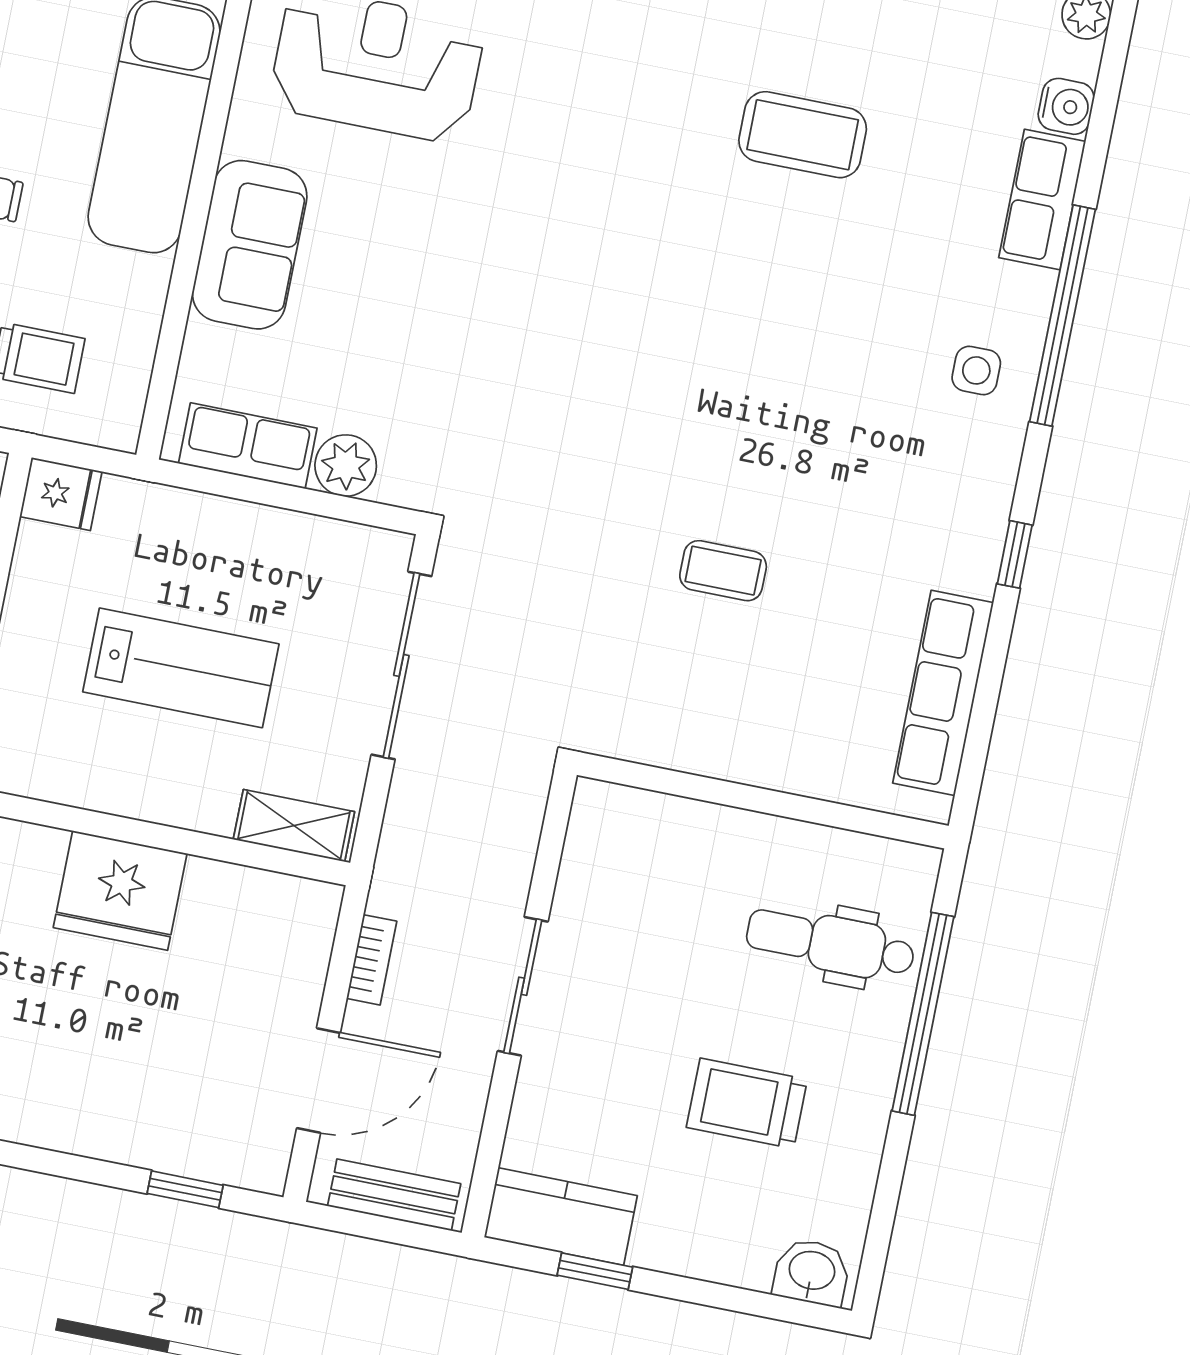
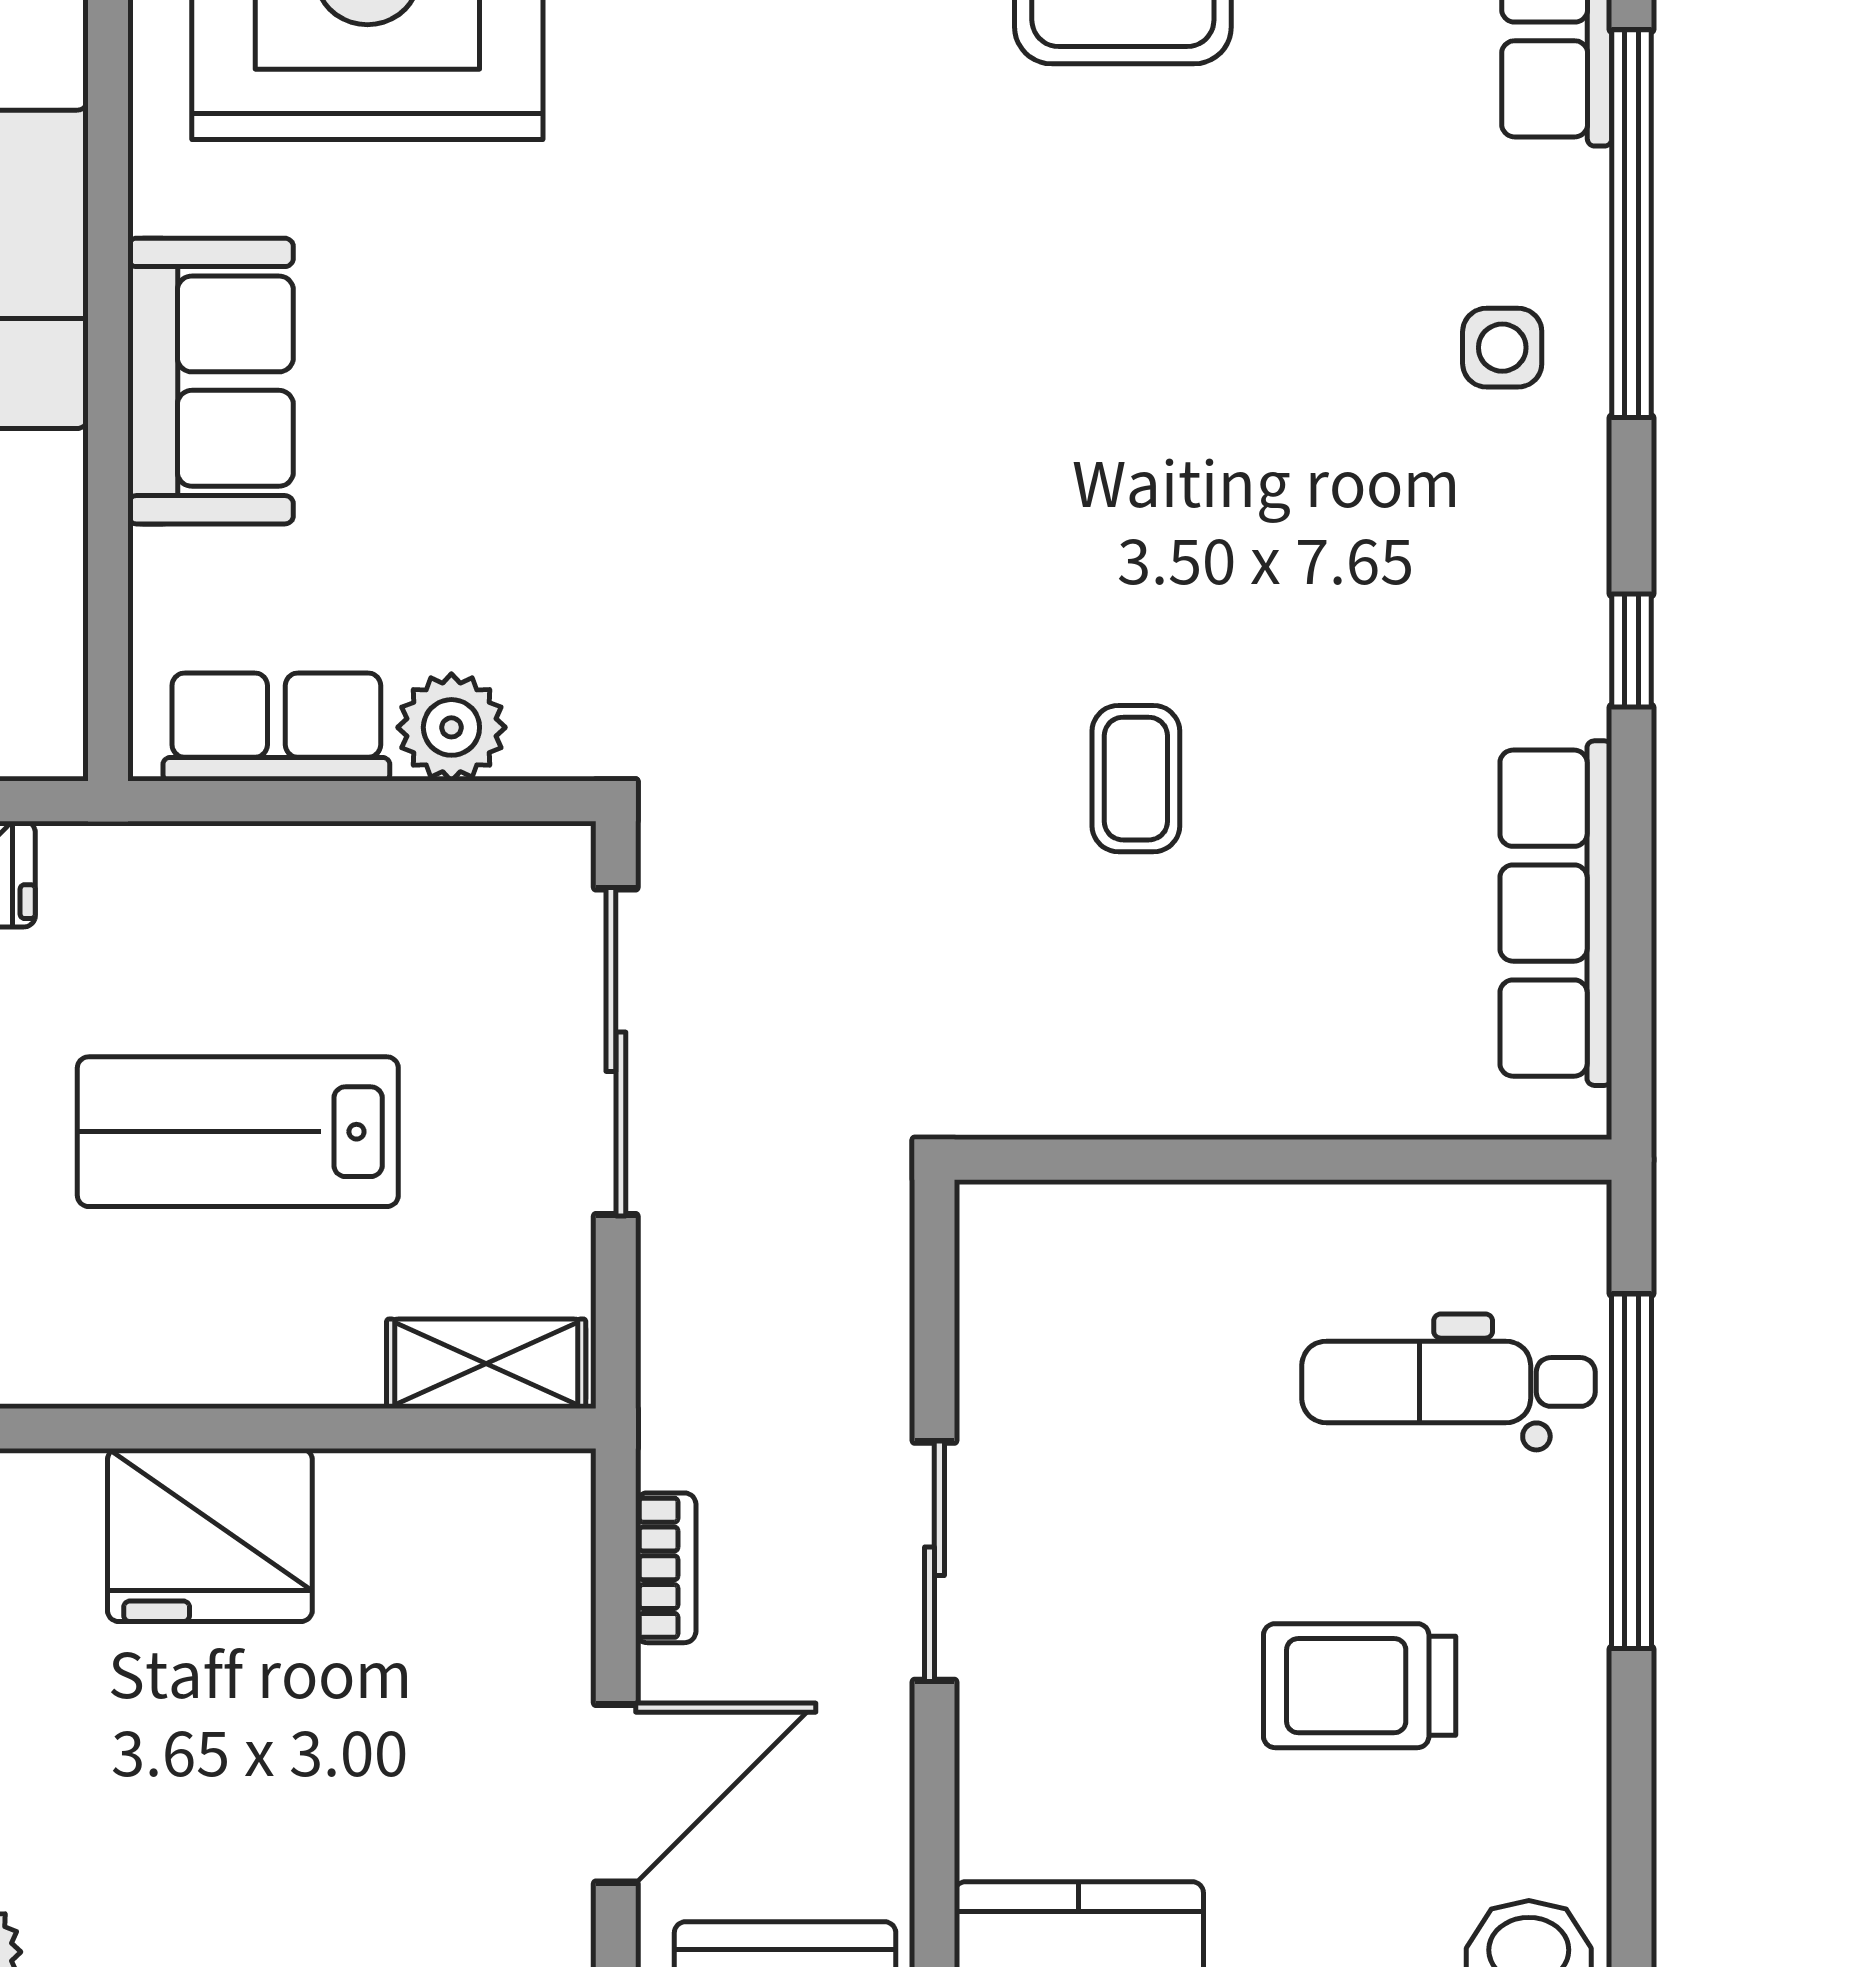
coffee table: (723, 571) -> (1136, 779), turned 90
lab bench: (181, 668) -> (238, 1132), turned 180

